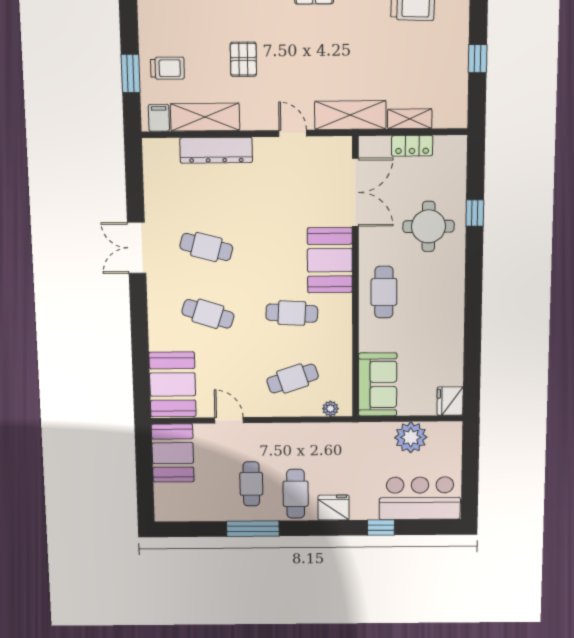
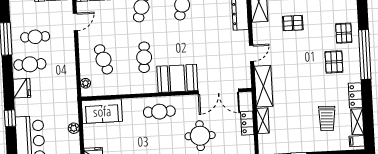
plant: (411, 437) -> (74, 128), width x0.53, depth x0.53

